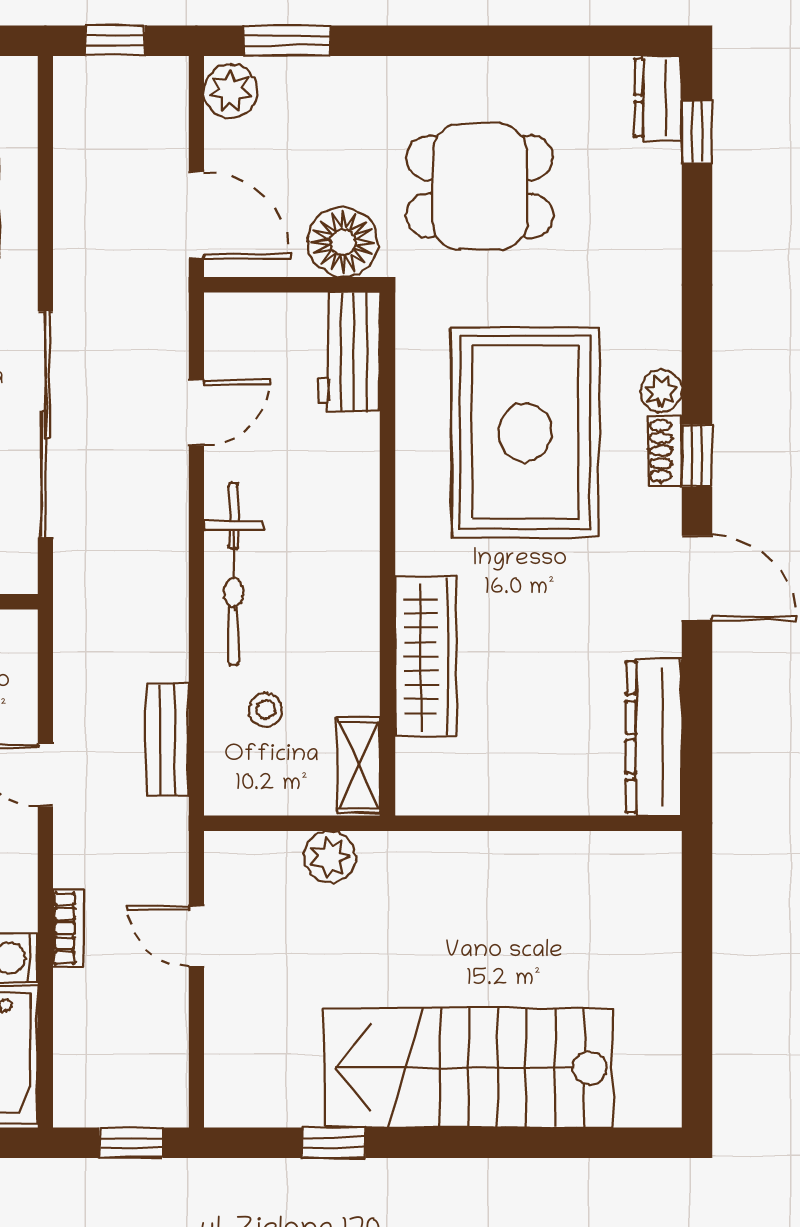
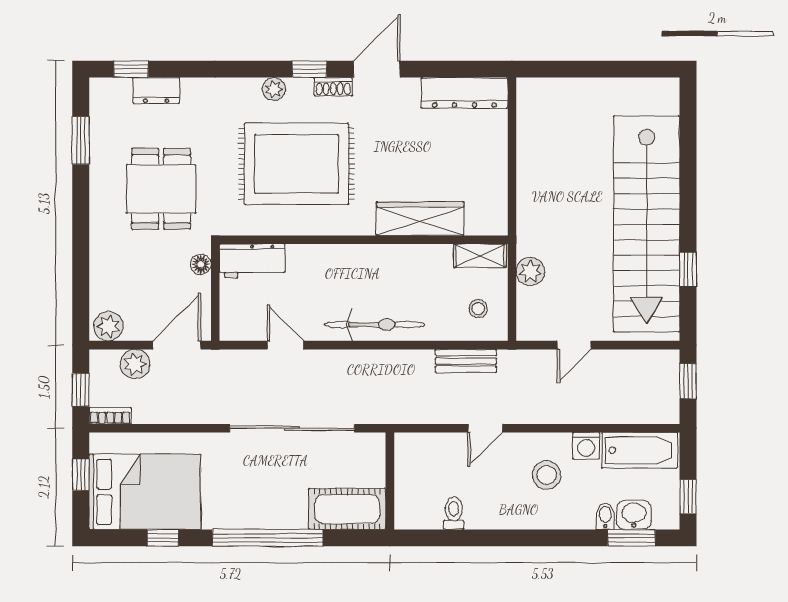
window: (287, 41) -> (81, 140), moved
dresser: (658, 98) -> (156, 91), moved
plant: (162, 139) -> (135, 364), added
floor lamp: (343, 242) -> (201, 264), width x0.53, depth x0.53
shoe rack: (665, 451) -> (333, 87), moved
stool: (266, 710) -> (478, 309), moved
bookcase: (68, 928) -> (110, 416), moved
stairs: (469, 1068) -> (647, 224), width x1.36

